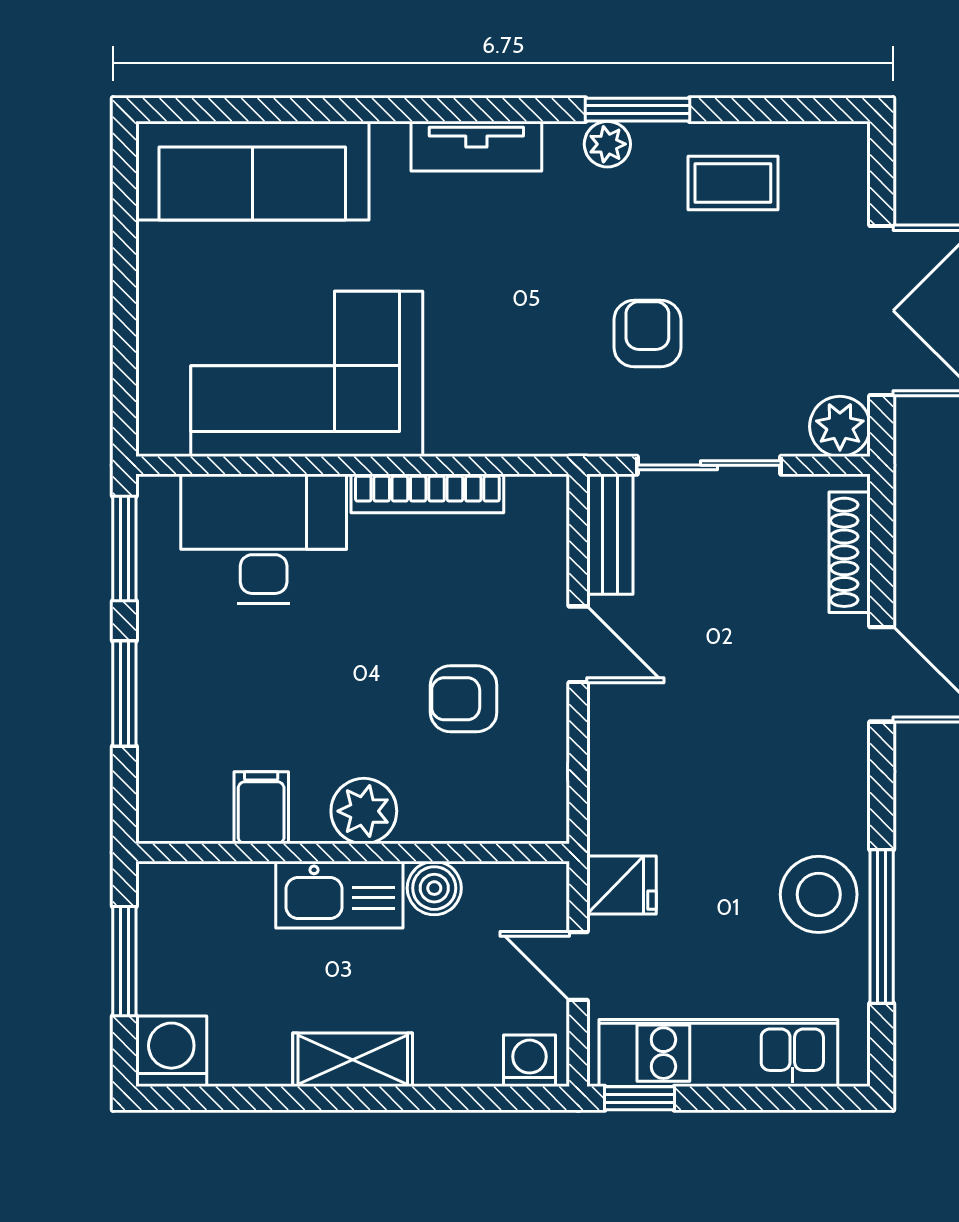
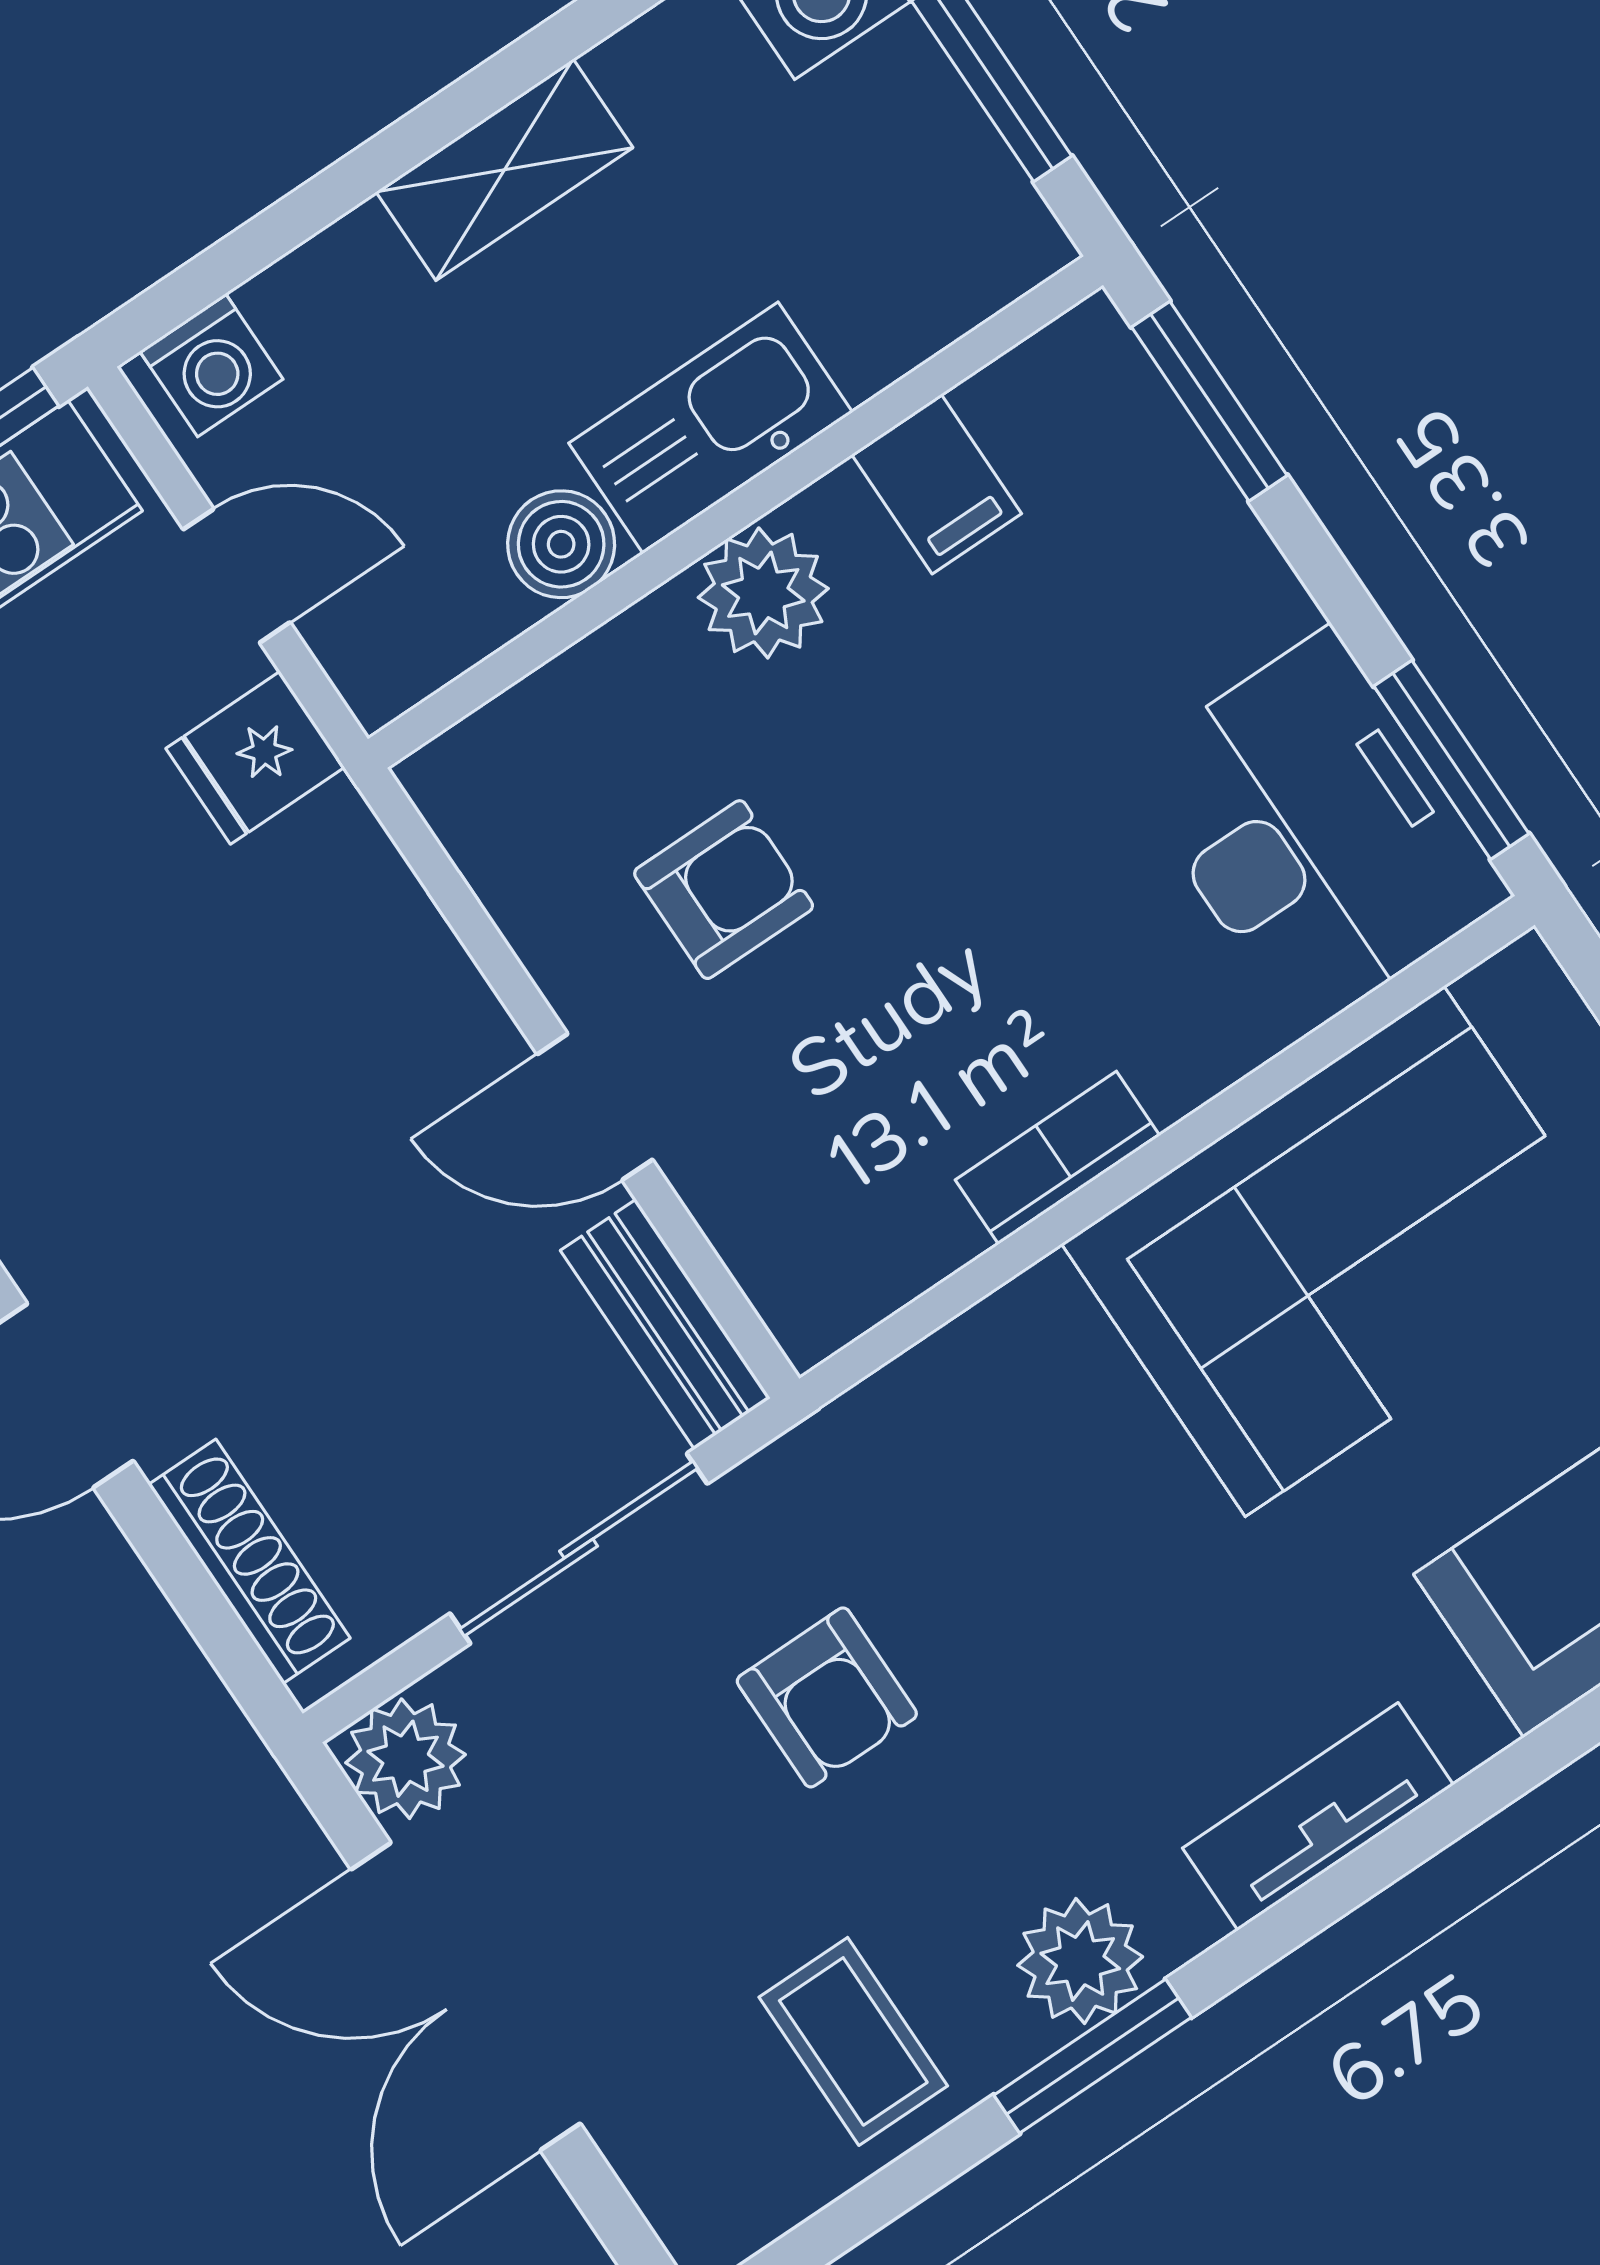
plant: (607, 144) -> (1080, 1961), width x1.38, depth x1.38
coffee table: (733, 183) -> (853, 2041), turned 90
bookcase: (427, 493) -> (1058, 1158), width x0.64
desk: (264, 539) -> (1316, 832), moved, turned -90
window: (124, 693) -> (1209, 401), moved

